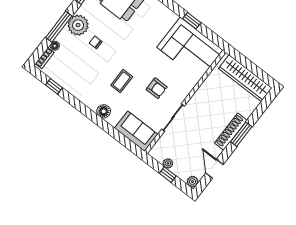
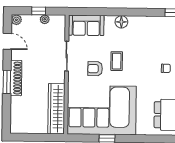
corner sofa: (190, 49) -> (102, 110), width x1.36, depth x1.36
wardrobe: (245, 78) -> (56, 109), moved, turned -90
coffee table: (122, 81) -> (117, 61), moved

